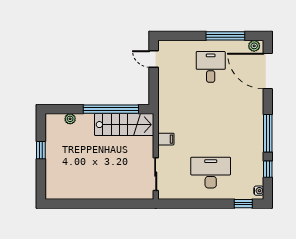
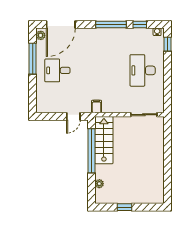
door: (154, 59) -> (73, 116), moved
filing cabinet: (166, 139) -> (97, 106), moved

